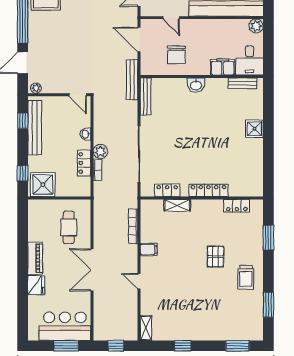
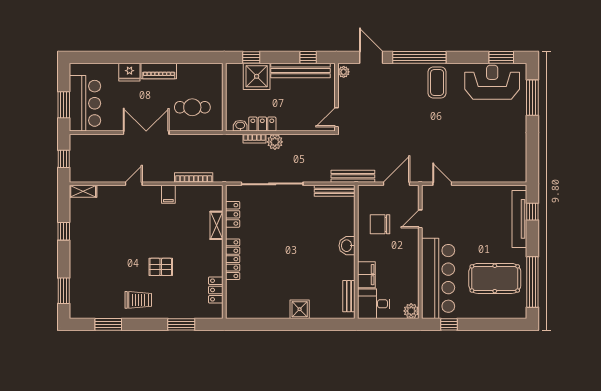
washbasin: (86, 134) -> (240, 126), moved
shower: (43, 185) -> (257, 76), moved
trolley: (246, 277) -> (138, 300), turned 180

